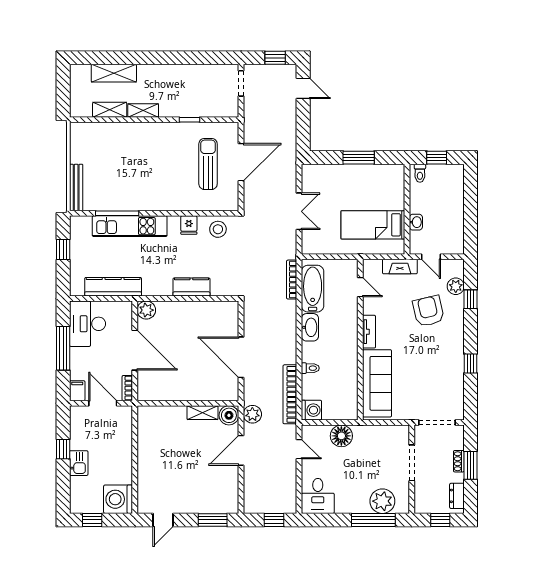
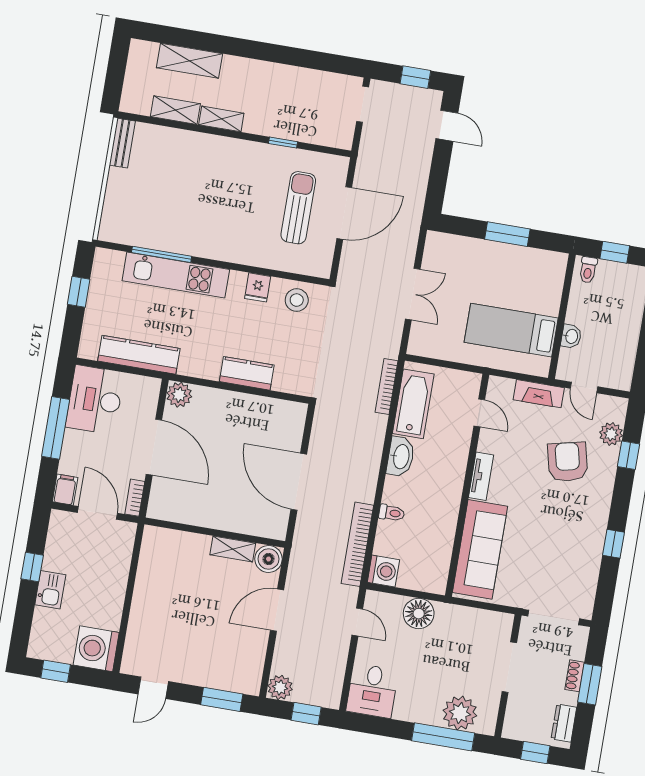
bench: (76, 187) -> (122, 143), moved, width x0.73
plant: (252, 414) -> (280, 687), moved

